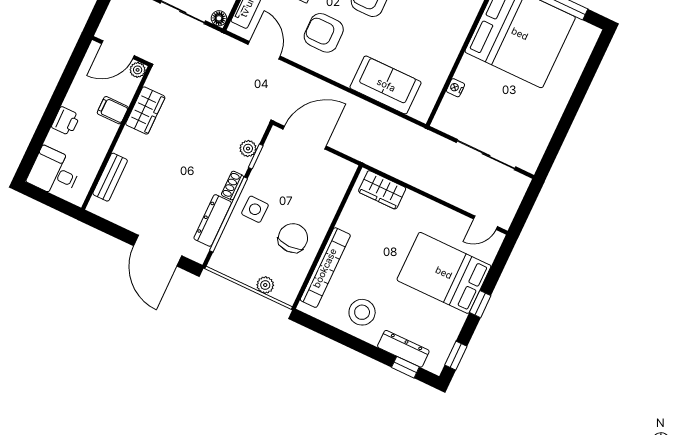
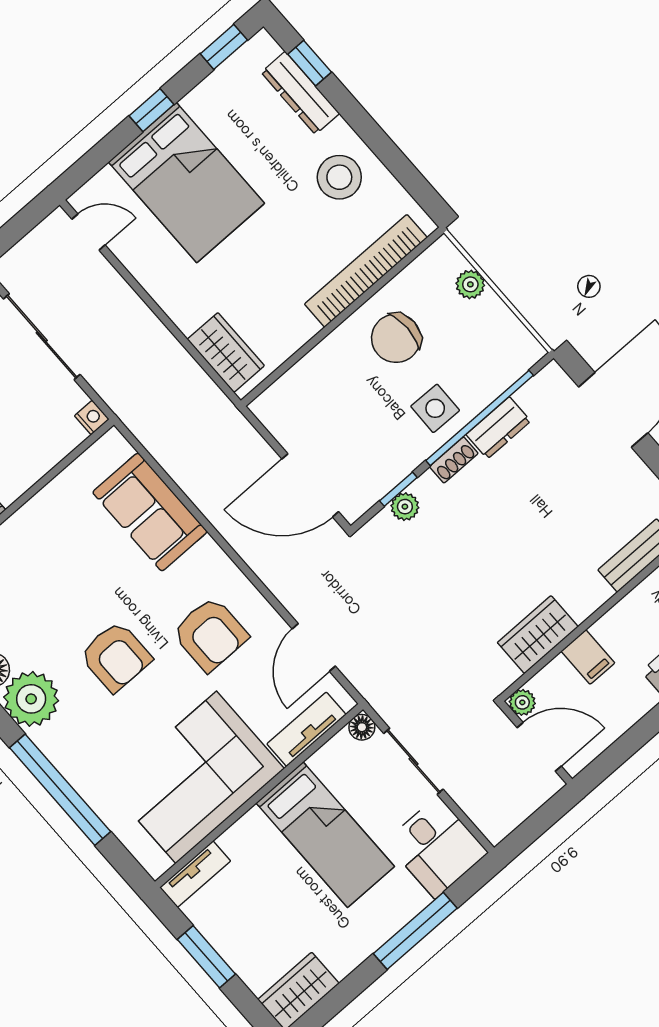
nightstand: (456, 88) -> (92, 418), moved, turned -90
dresser: (213, 220) -> (498, 428), width x0.70

